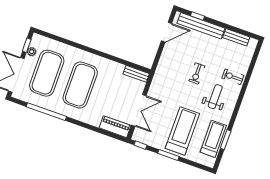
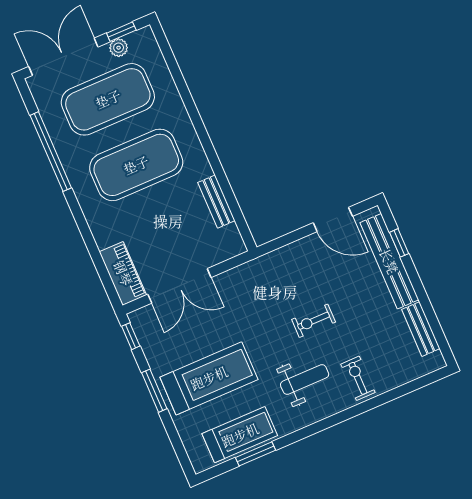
bench: (136, 74) -> (216, 202), moved

